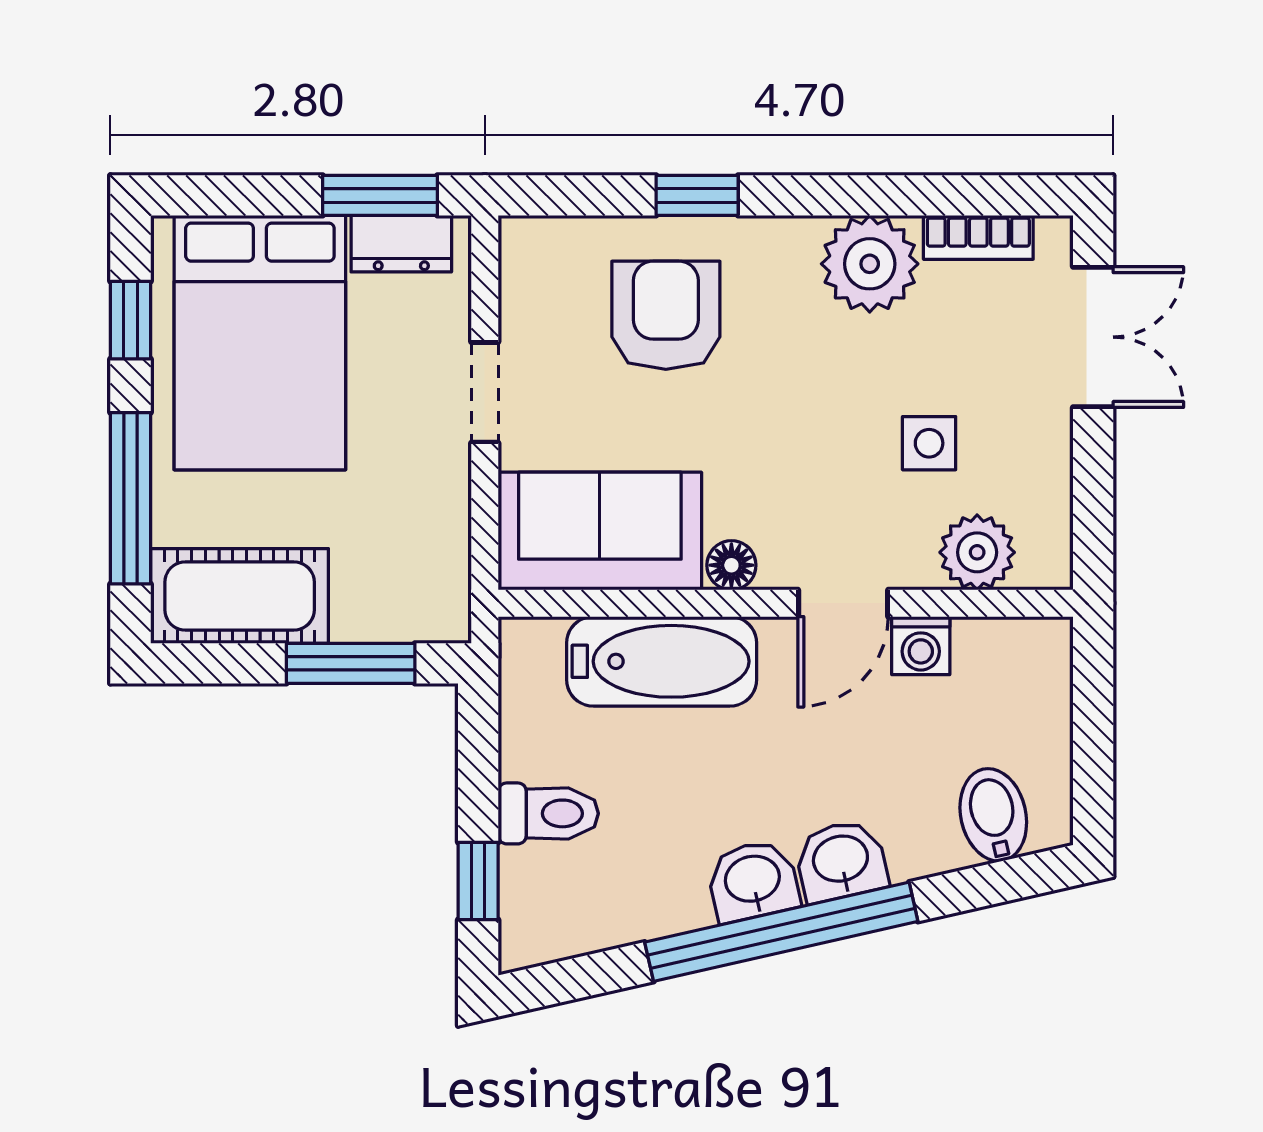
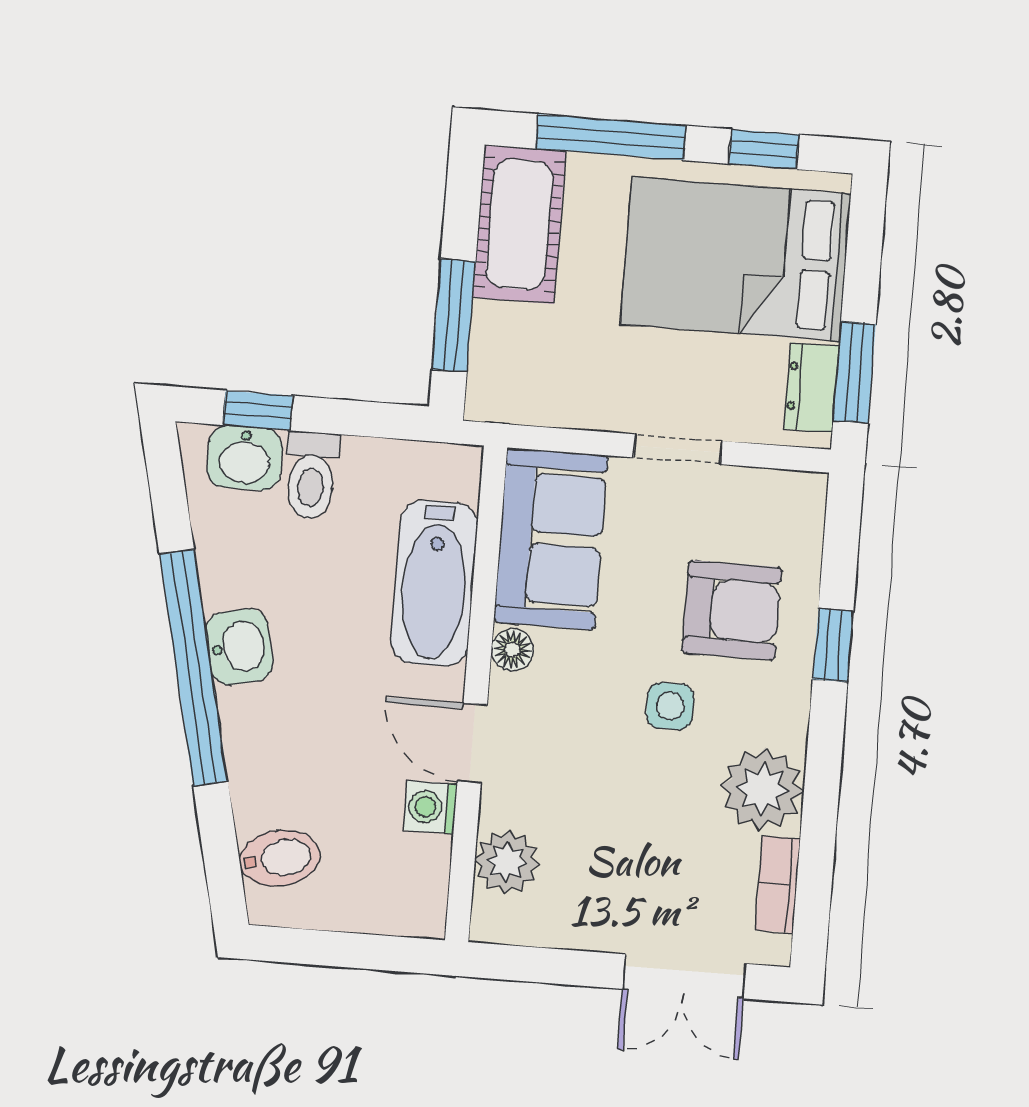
side table: (929, 443) -> (670, 706), moved
washbasin: (841, 861) -> (245, 458), moved, turned 103

